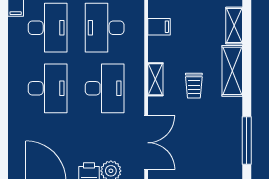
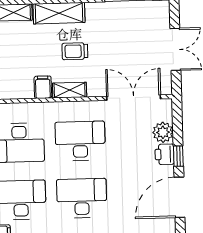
filing cabinet: (159, 27) -> (43, 87), moved
trolley: (194, 86) -> (75, 51), turned 180

